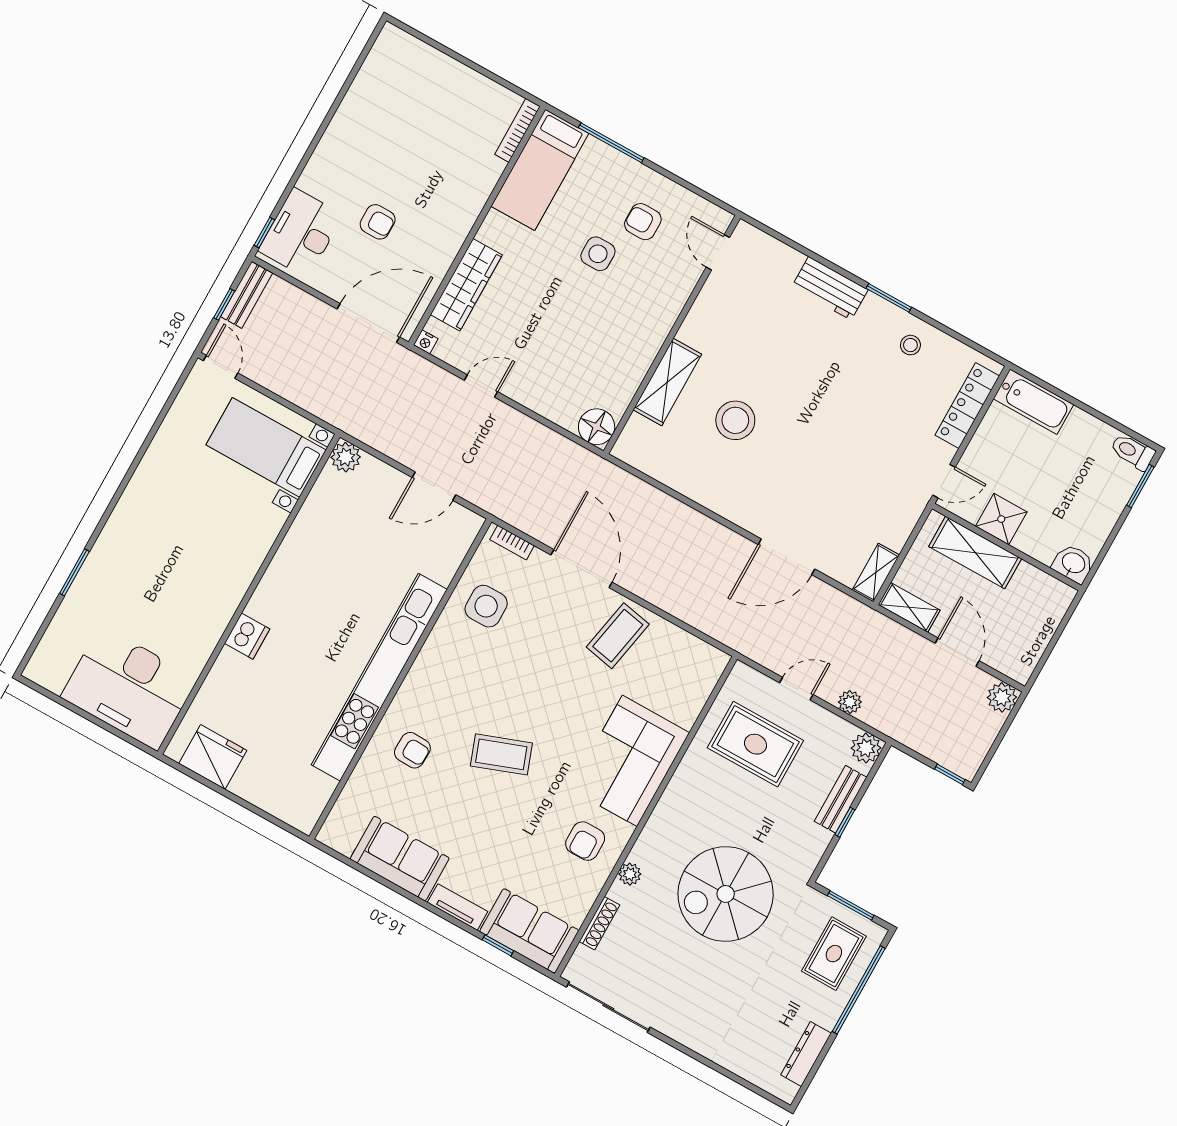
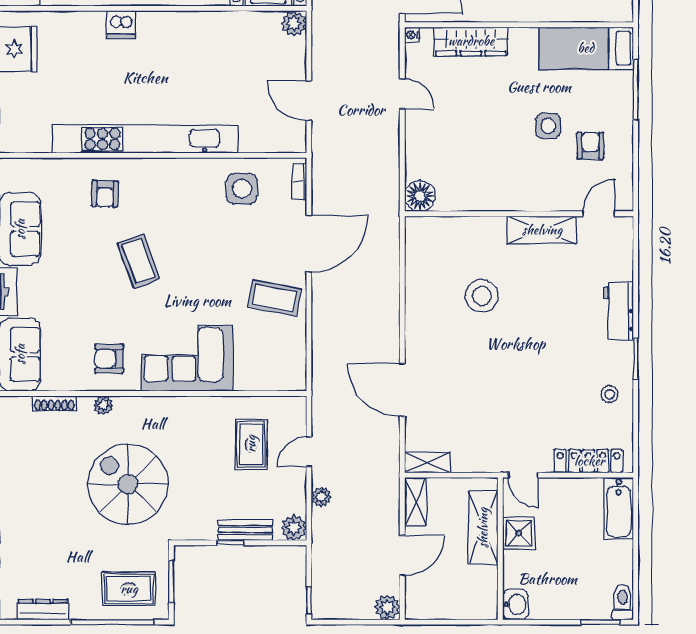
bookcase: (517, 130) -> (606, 15), removed
shelving: (667, 382) -> (542, 230), moved
door: (796, 689) -> (309, 452), swing flipped
rug: (755, 744) -> (251, 444), width x0.73, depth x0.70

